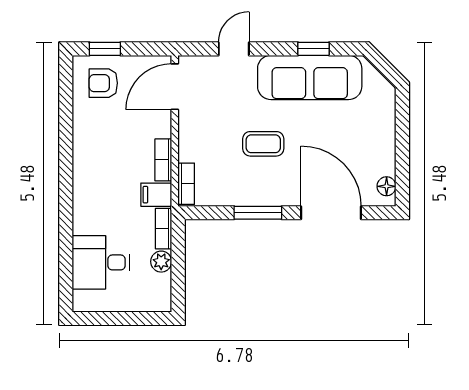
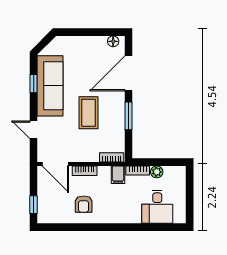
armchair: (103, 83) -> (84, 204), moved
coffee table: (263, 144) -> (89, 113), width x1.36, depth x1.30
bookcase: (163, 160) -> (85, 171), moved

